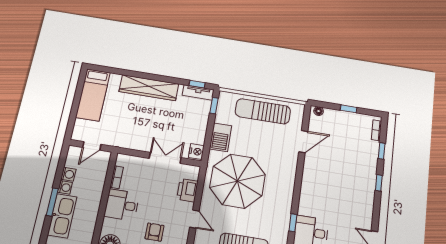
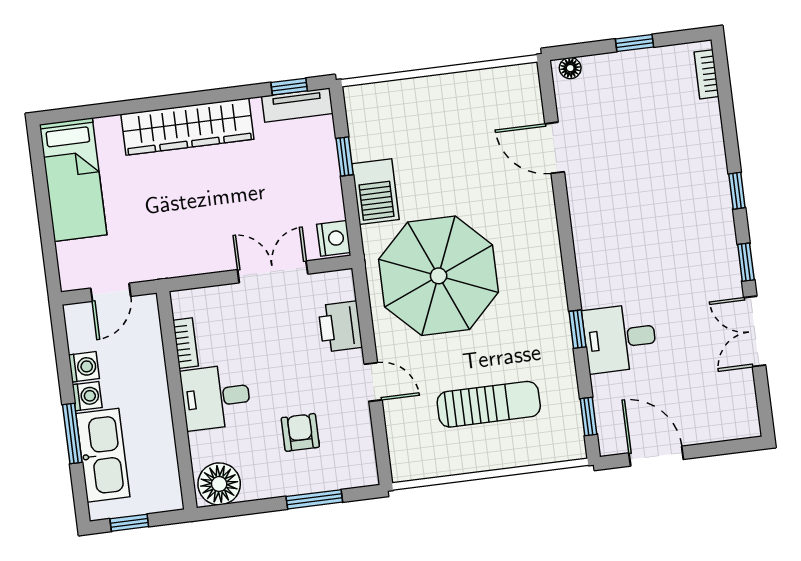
window: (214, 106) -> (345, 156), moved
sun lounger: (263, 111) -> (449, 106), removed
door: (303, 142) -> (555, 148), swing flipped
window: (382, 151) -> (746, 262), moved

